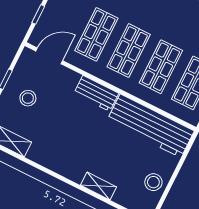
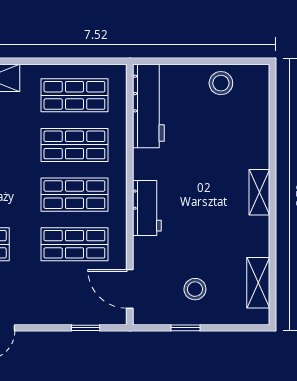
workbench: (151, 126) -> (148, 106), width x0.73, depth x0.76
shelving: (99, 186) -> (259, 192), moved

